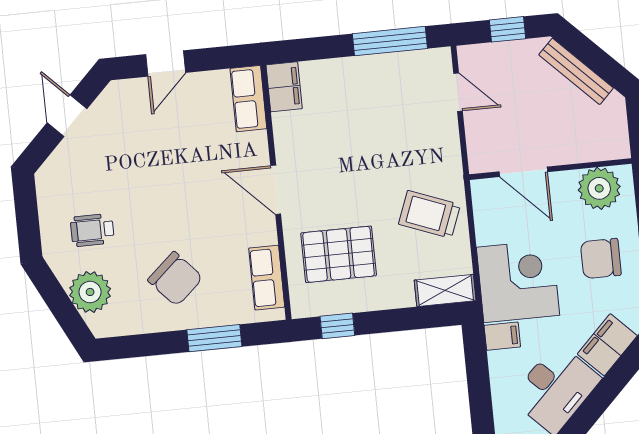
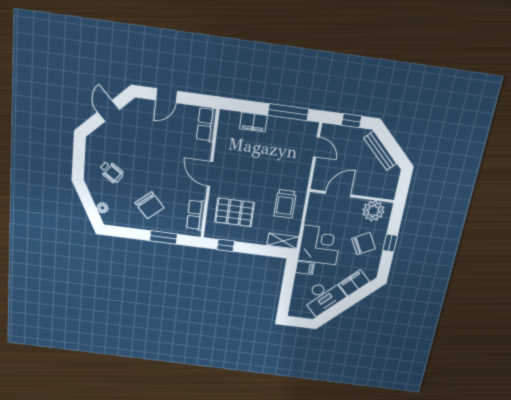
filing cabinet: (284, 87) -> (253, 122), moved, turned 90
door: (523, 172) -> (338, 194), swing flipped
trolley: (429, 214) -> (285, 204), turned -111
wheelchair: (92, 230) -> (112, 172), turned -145
chair: (601, 259) -> (363, 244), turned 152
plant: (90, 292) -> (102, 208), width x0.53, depth x0.53

